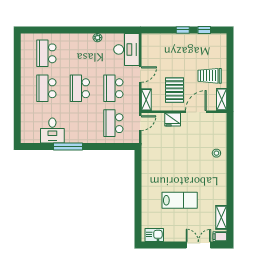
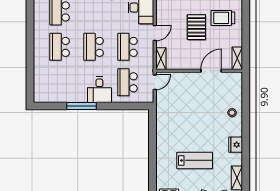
trolley: (210, 76) -> (223, 18), moved
pallet: (174, 90) -> (196, 27), moved
fridge: (173, 120) -> (236, 145), moved, turned 90
desk: (52, 130) -> (99, 90), moved

